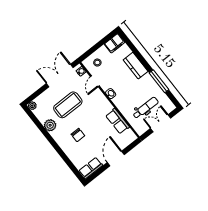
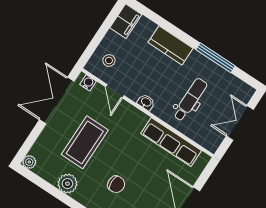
dental chair: (146, 108) -> (190, 100), moved
row of seats: (117, 121) -> (171, 142), width x1.48

